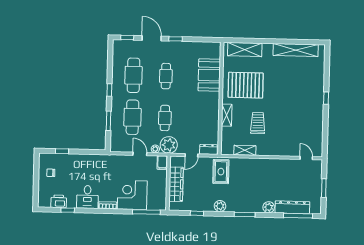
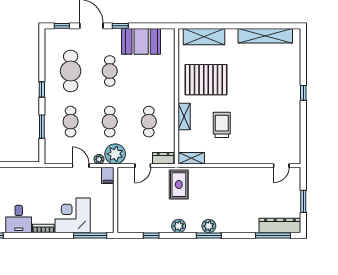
booth: (209, 75) -> (141, 41), moved, turned 90
cafe table: (132, 117) -> (71, 122), width x0.73, depth x0.74
cafe table: (197, 119) -> (149, 122), added
shelving: (245, 150) -> (191, 158), moved
door: (306, 158) -> (281, 166), swing flipped
wardrobe: (176, 184) -> (125, 201), removed
plant: (269, 207) -> (209, 226), moved
dresser: (292, 207) -> (280, 225), moved

